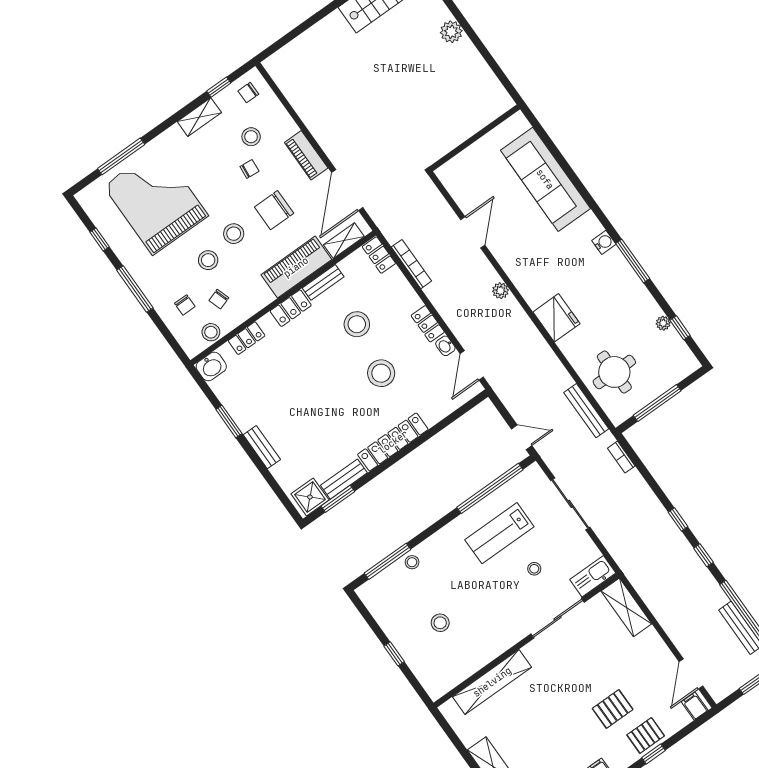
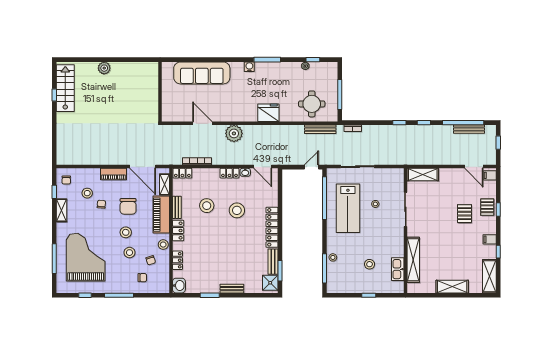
grand piano: (156, 201) -> (86, 257), turned 90
plant: (500, 291) -> (234, 133), width x1.87, depth x1.87
stool: (211, 332) -> (163, 245), moved
lab bench: (499, 533) -> (348, 208), width x1.36, depth x1.39
kitchen sink: (593, 576) -> (398, 269), moved

